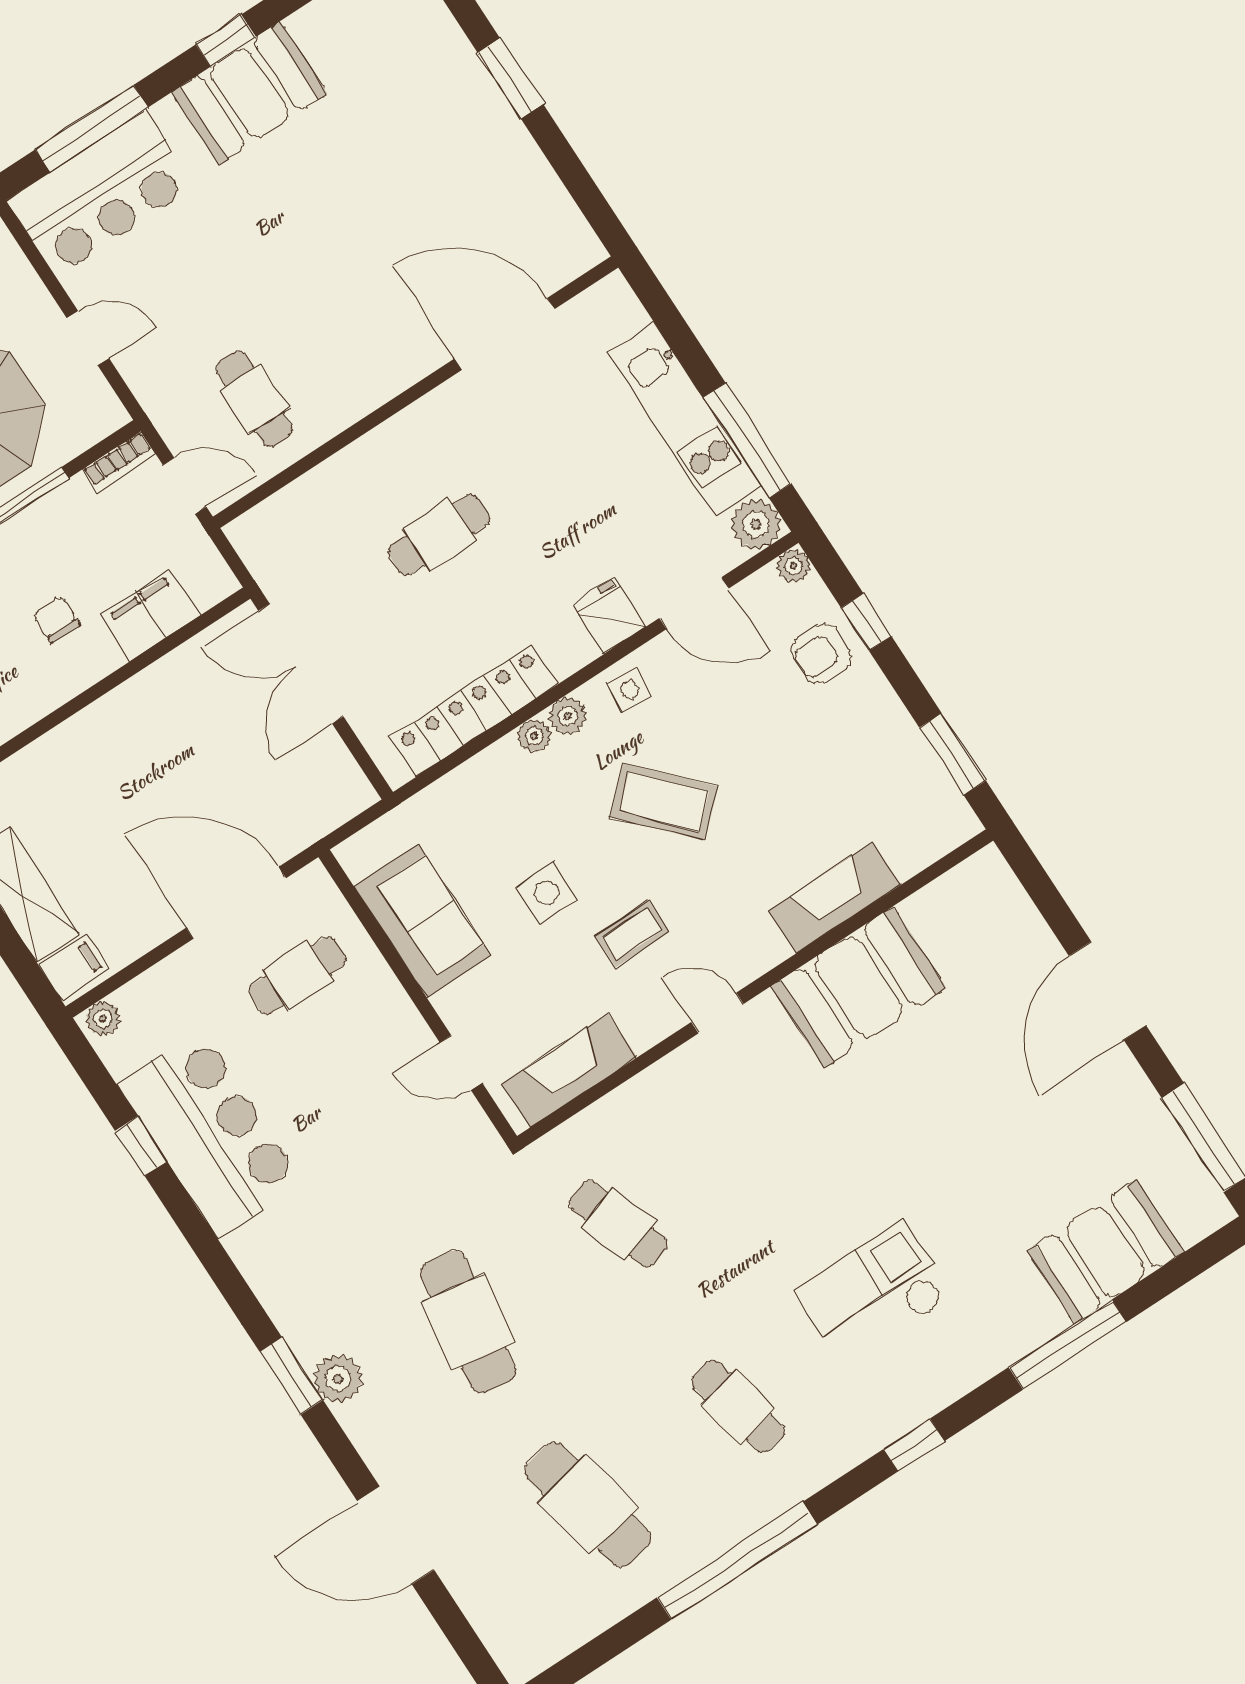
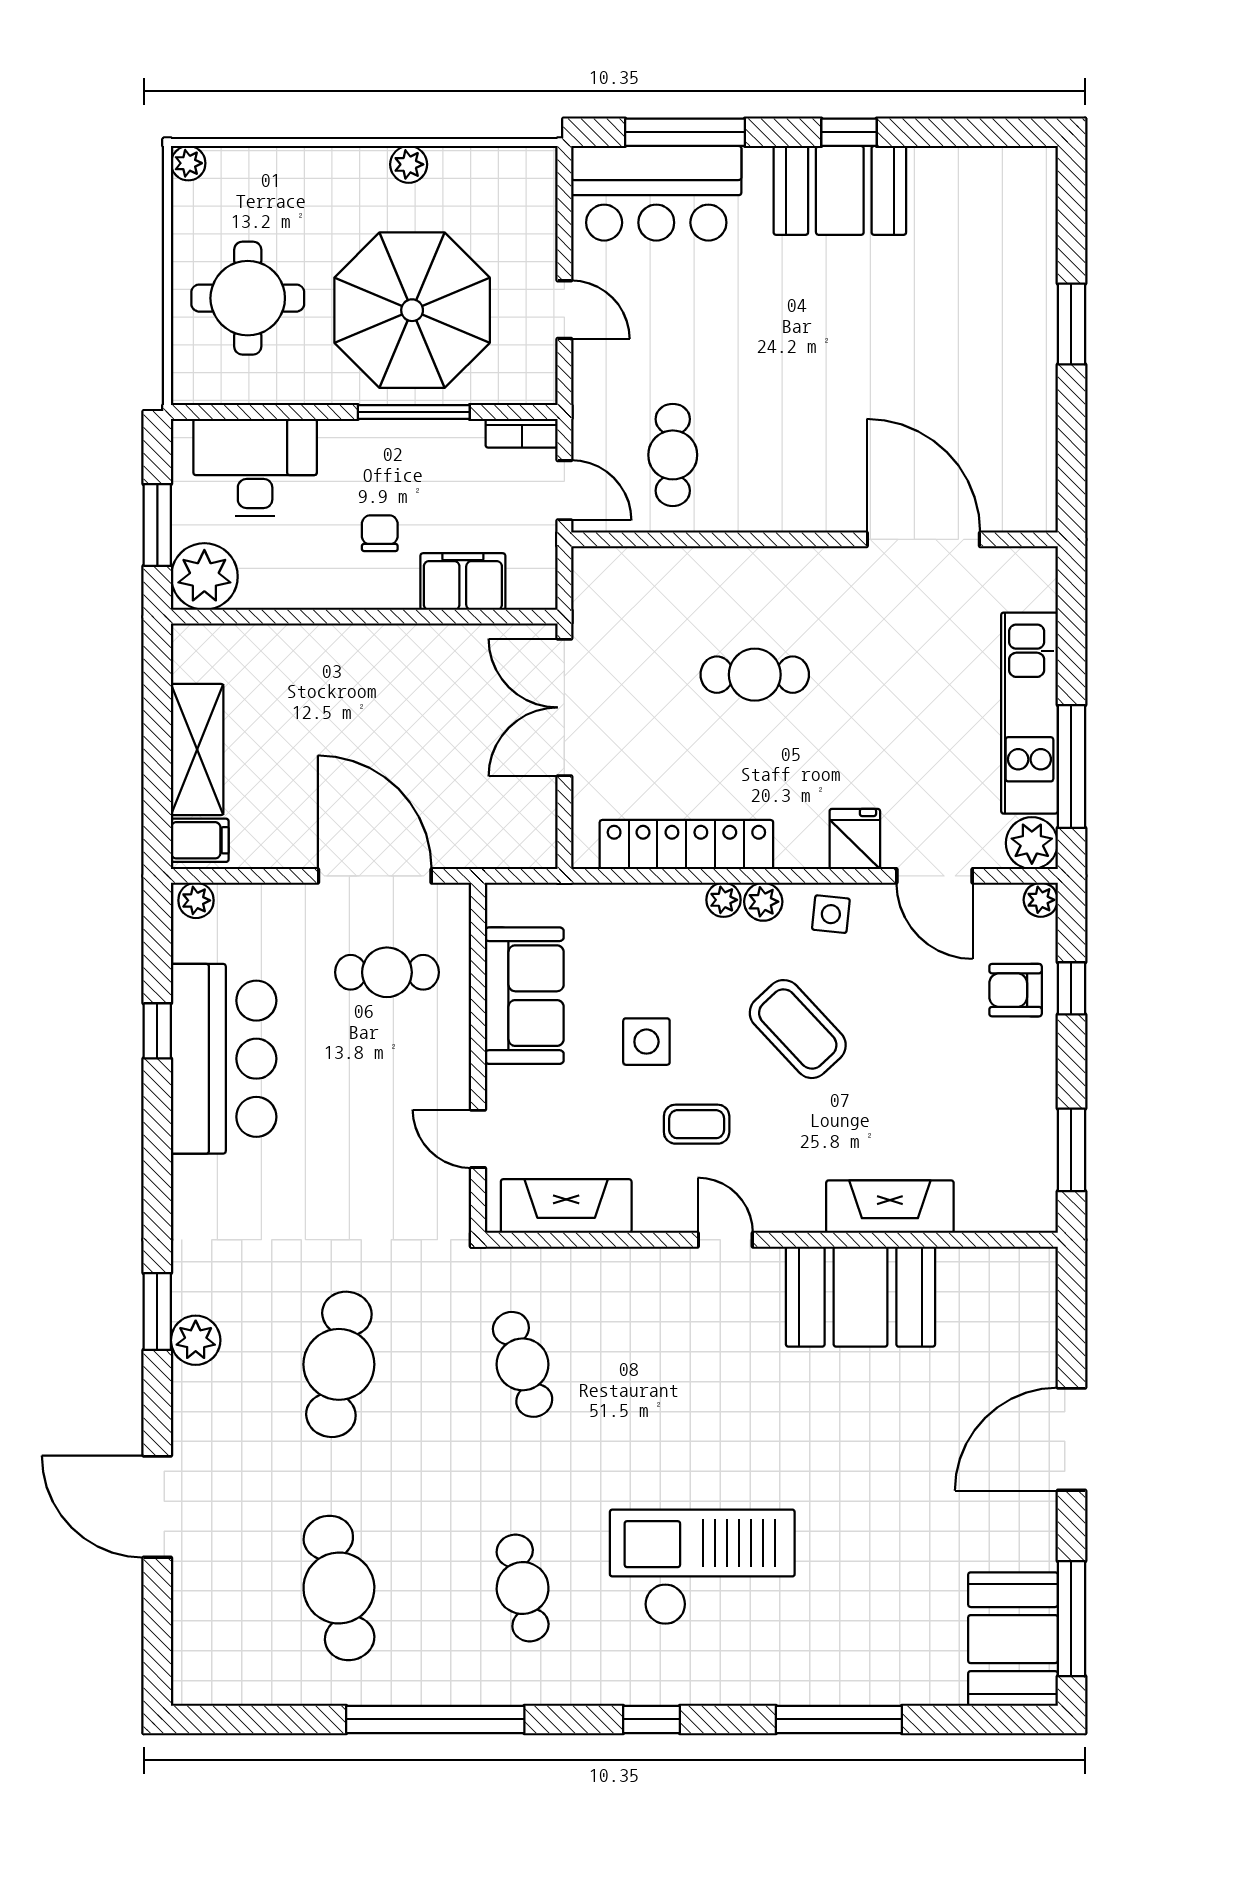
booth: (1105, 1251) -> (1013, 1639), moved, turned 90
checkout: (874, 1293) -> (702, 1567), width x1.36, depth x1.21

